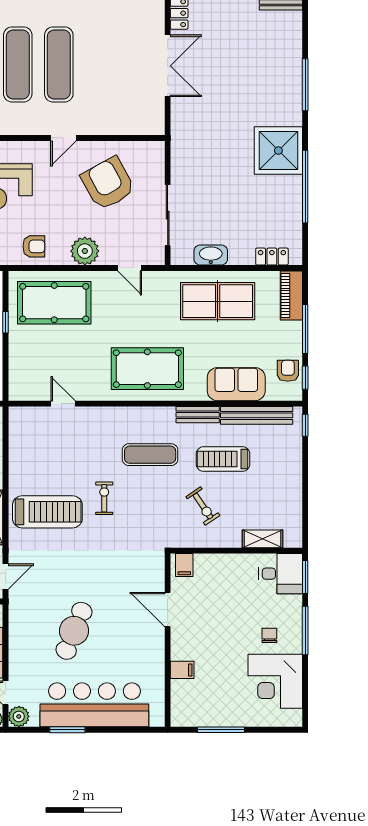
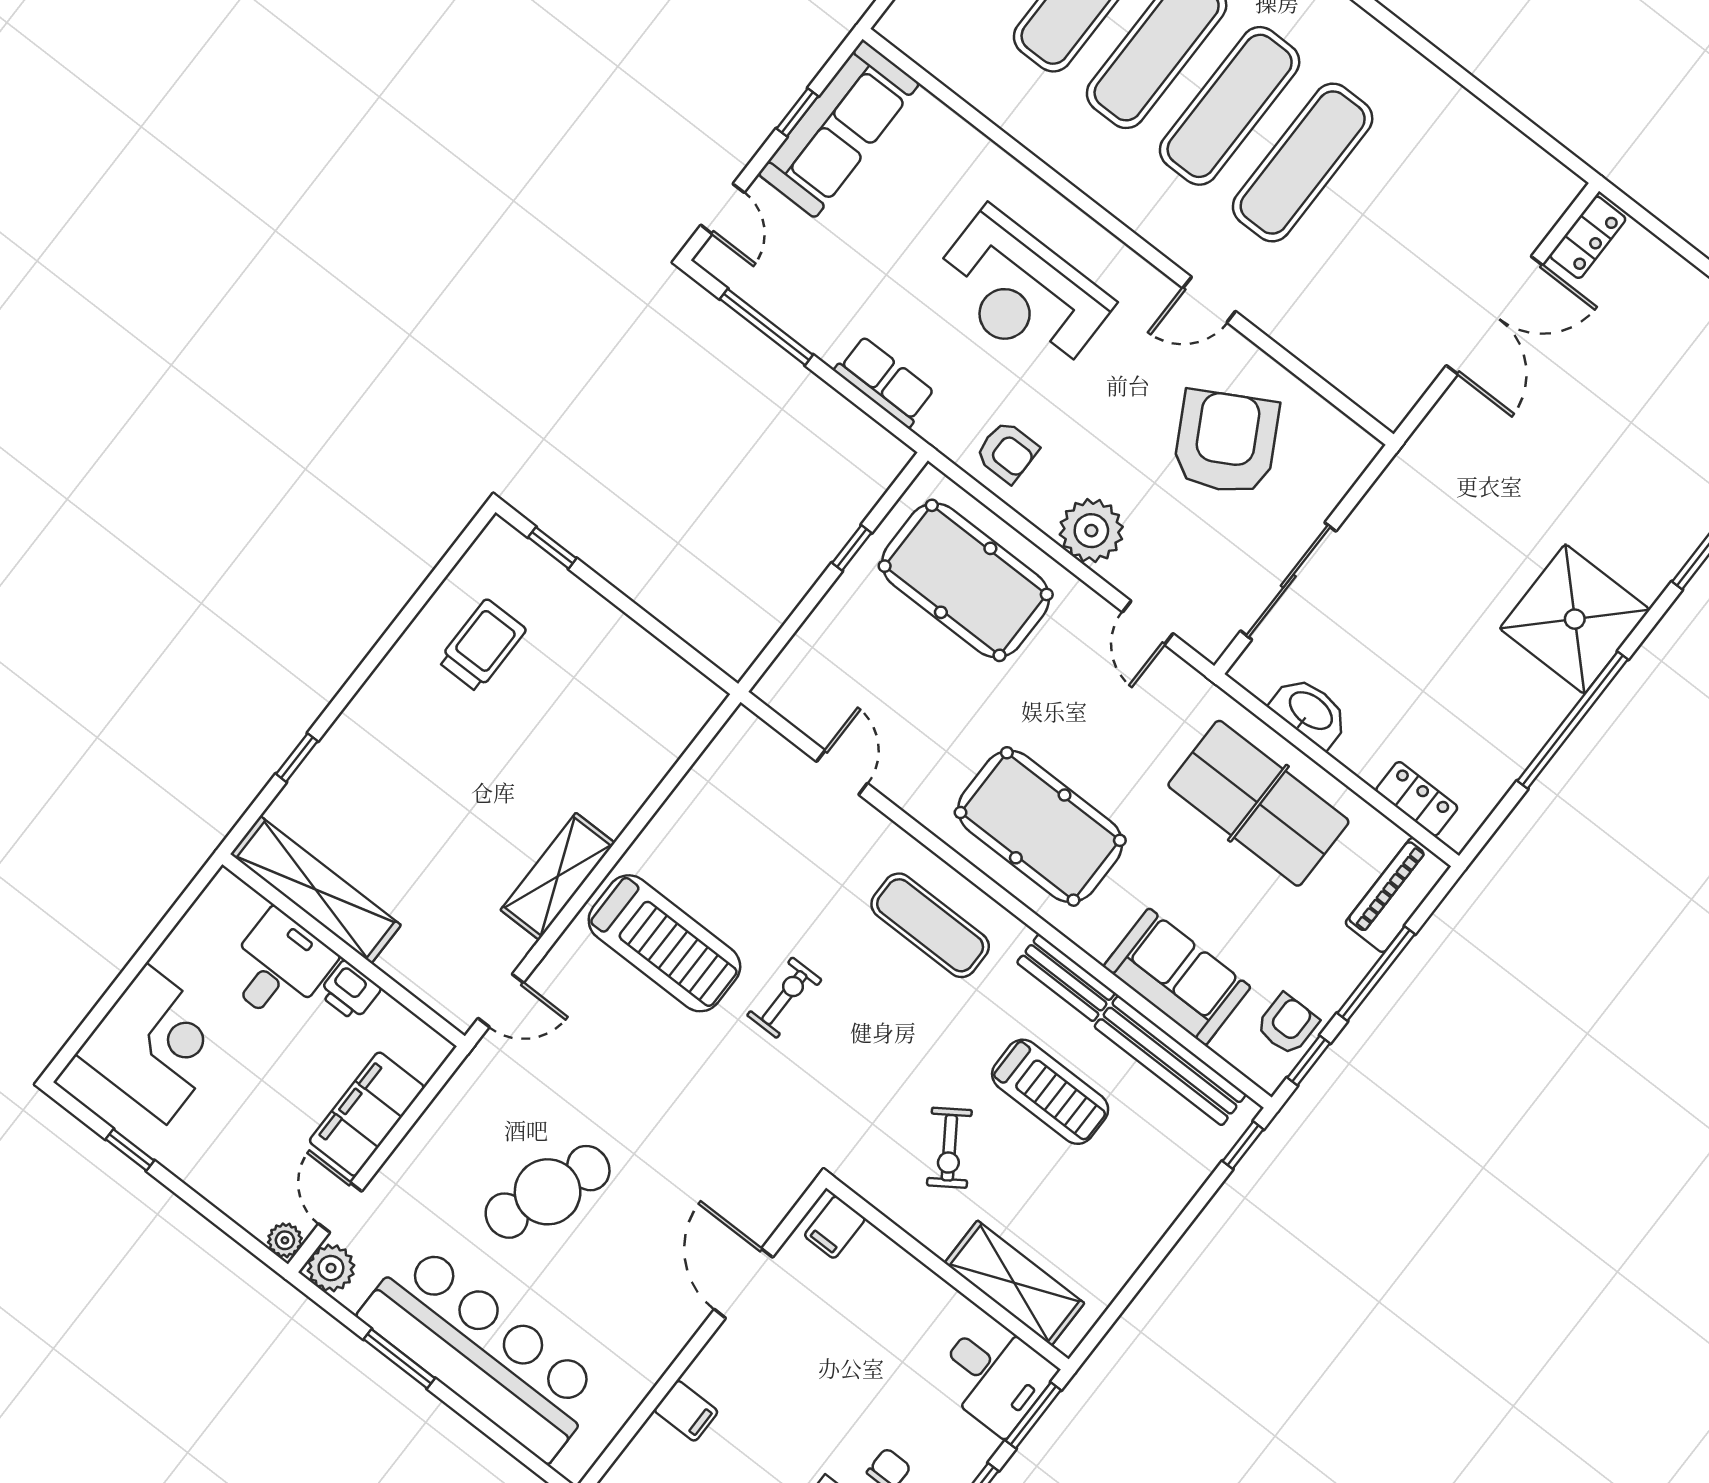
exercise mat: (150, 455) -> (930, 925), moved
treadmill: (223, 459) -> (1050, 1092), turned 180
shelving: (263, 539) -> (1014, 1283), width x1.50, depth x1.33

